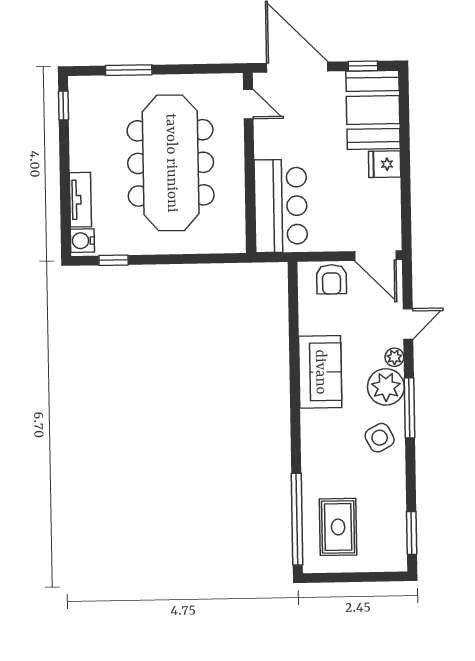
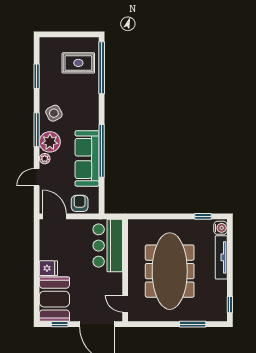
tv unit: (80, 200) -> (221, 257), width x1.41
sofa: (320, 372) -> (87, 158), width x1.36
window: (294, 373) -> (102, 151), added
rug: (338, 527) -> (78, 63), turned 90
window: (412, 533) -> (37, 76), moved

